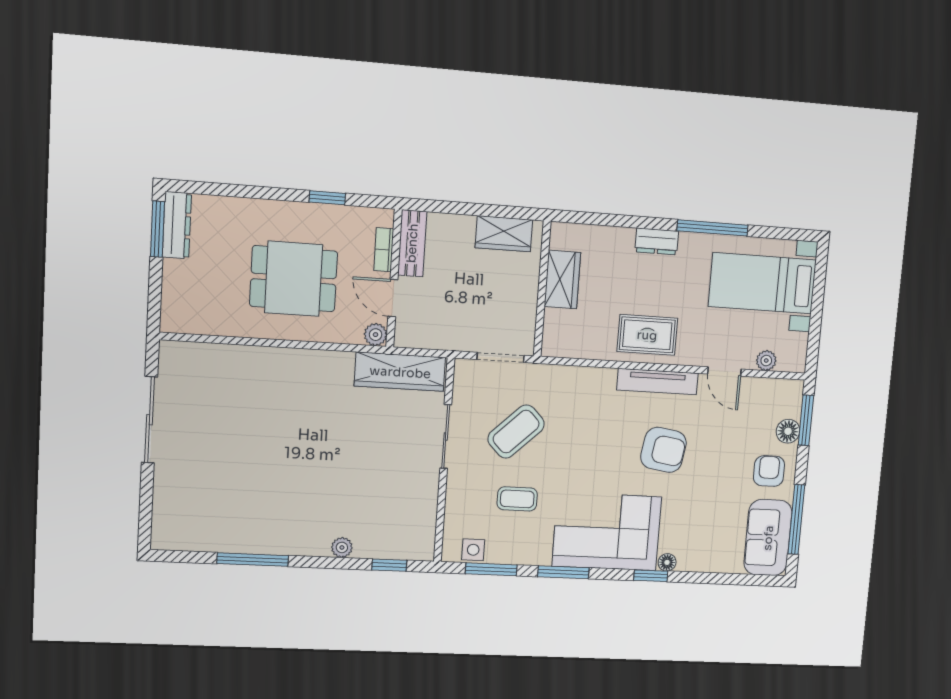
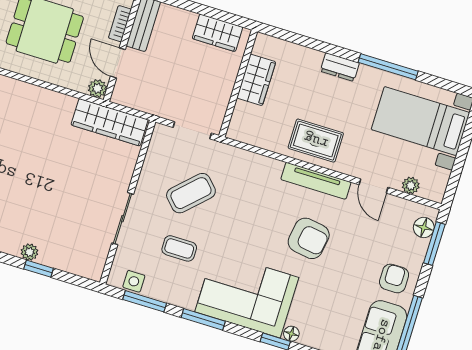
floor lamp: (788, 431) -> (424, 227), moved
sliding door: (446, 436) -> (123, 219), moved
window: (389, 565) -> (39, 269), moved

